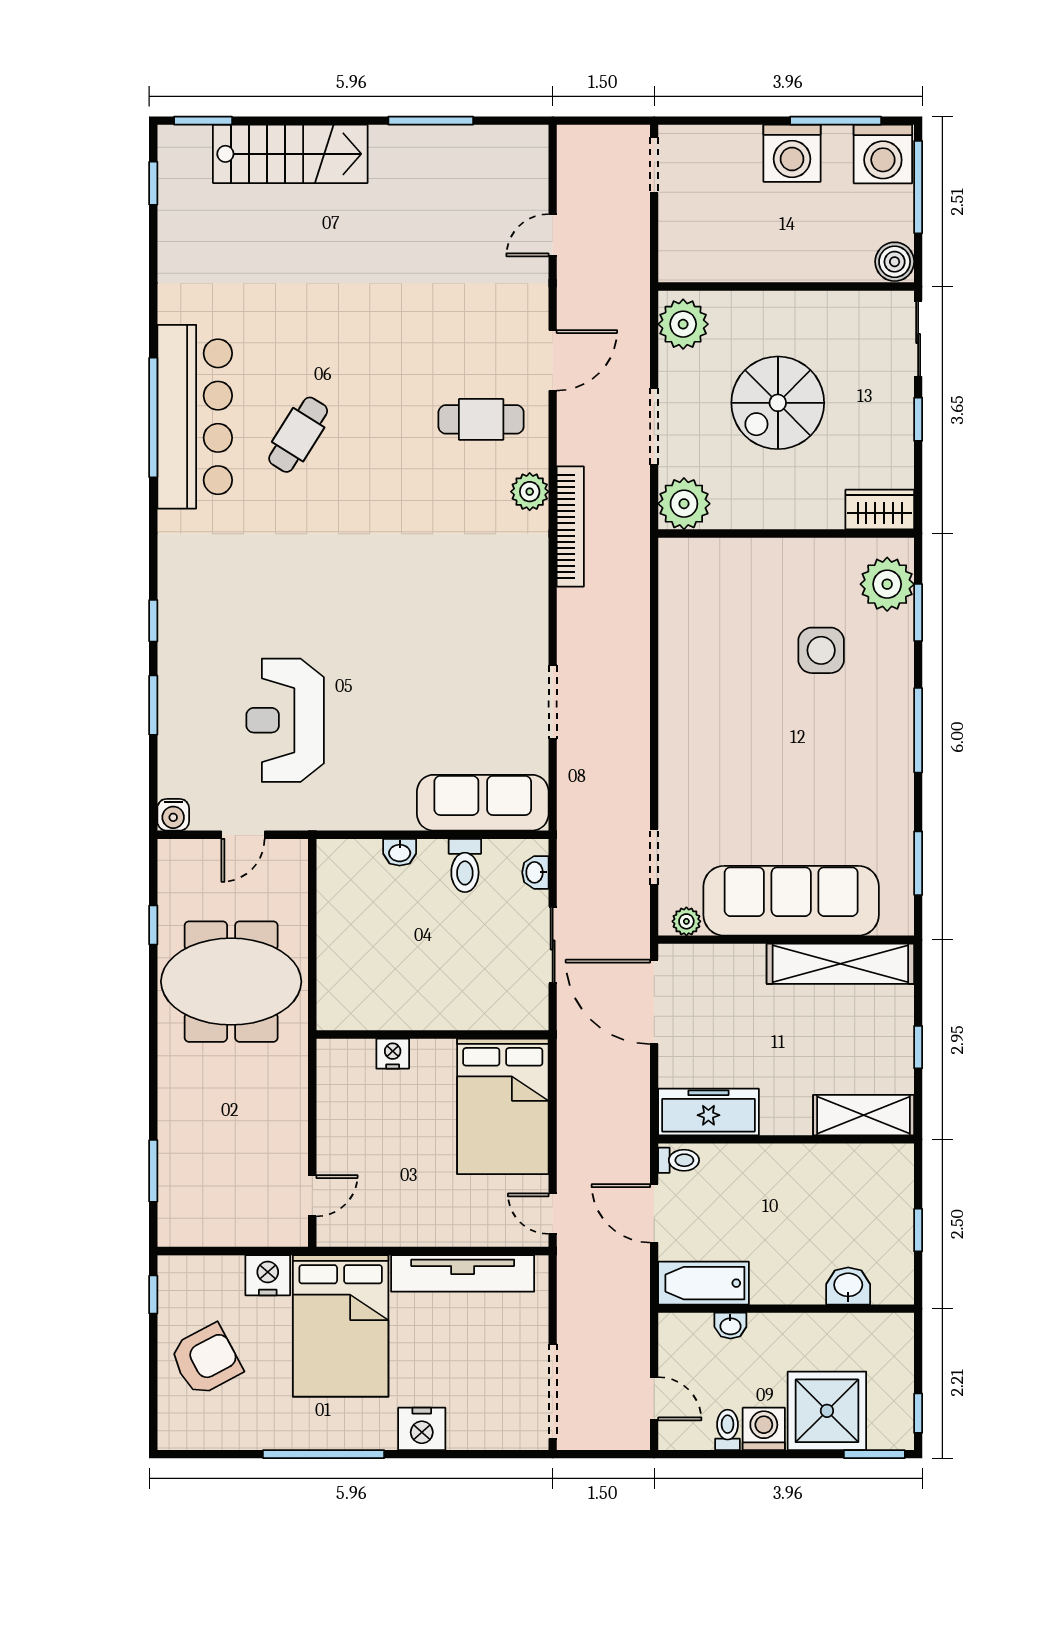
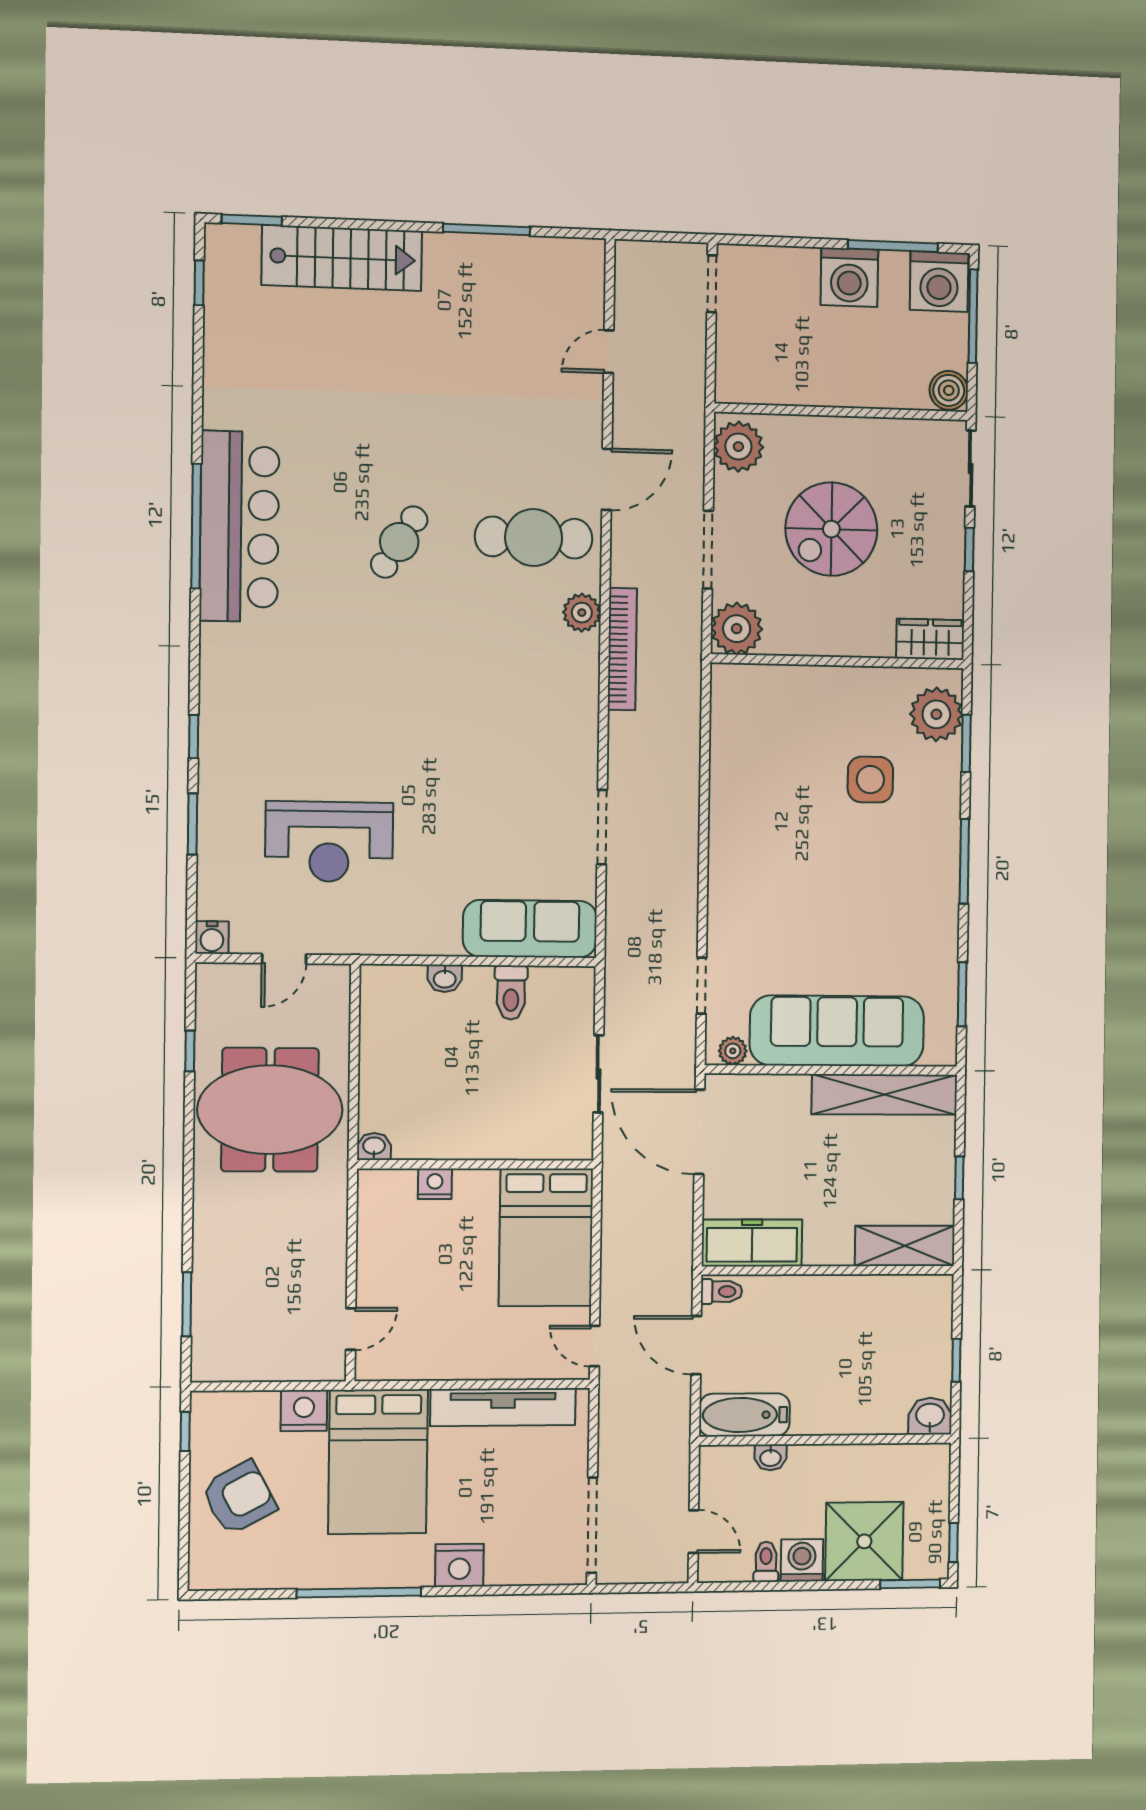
cafe table: (481, 419) -> (534, 538), width x1.37, depth x1.35
cafe table: (298, 435) -> (399, 542), moved
reception desk: (285, 720) -> (329, 842), turned -90
washbasin: (535, 872) -> (374, 1147), moved, turned 90
washbasin: (848, 1286) -> (930, 1416), moved

